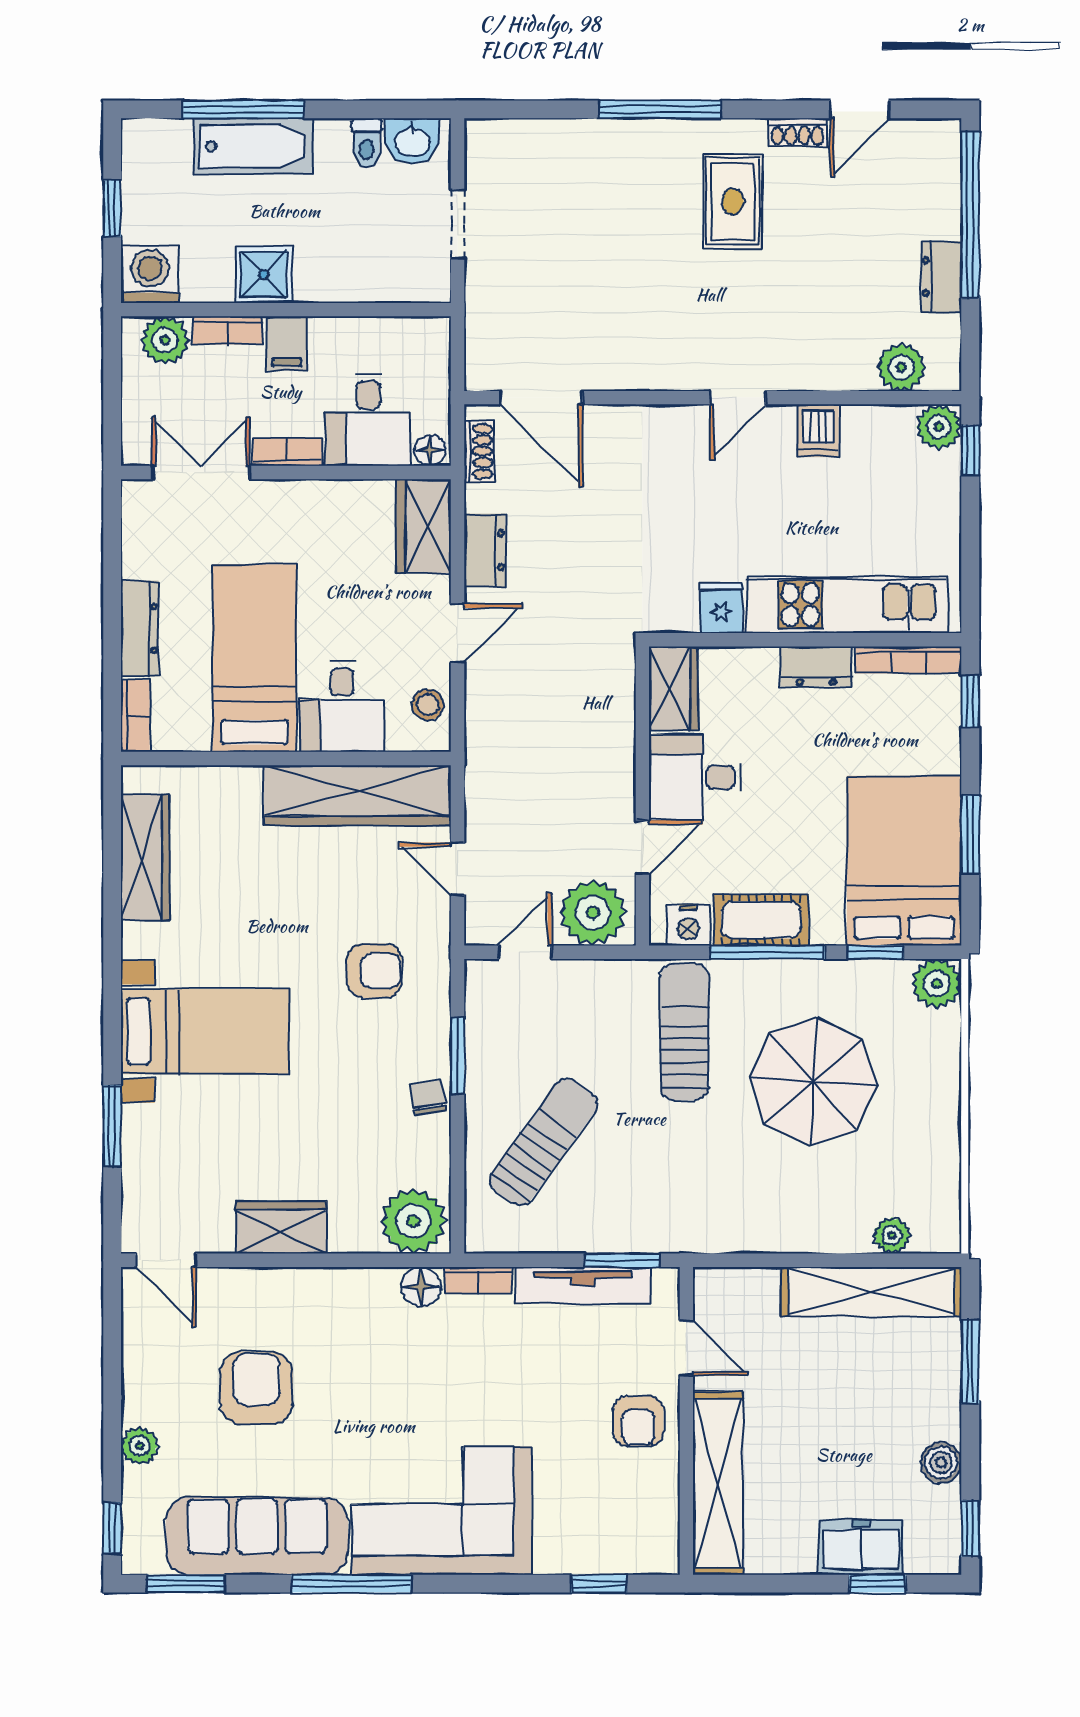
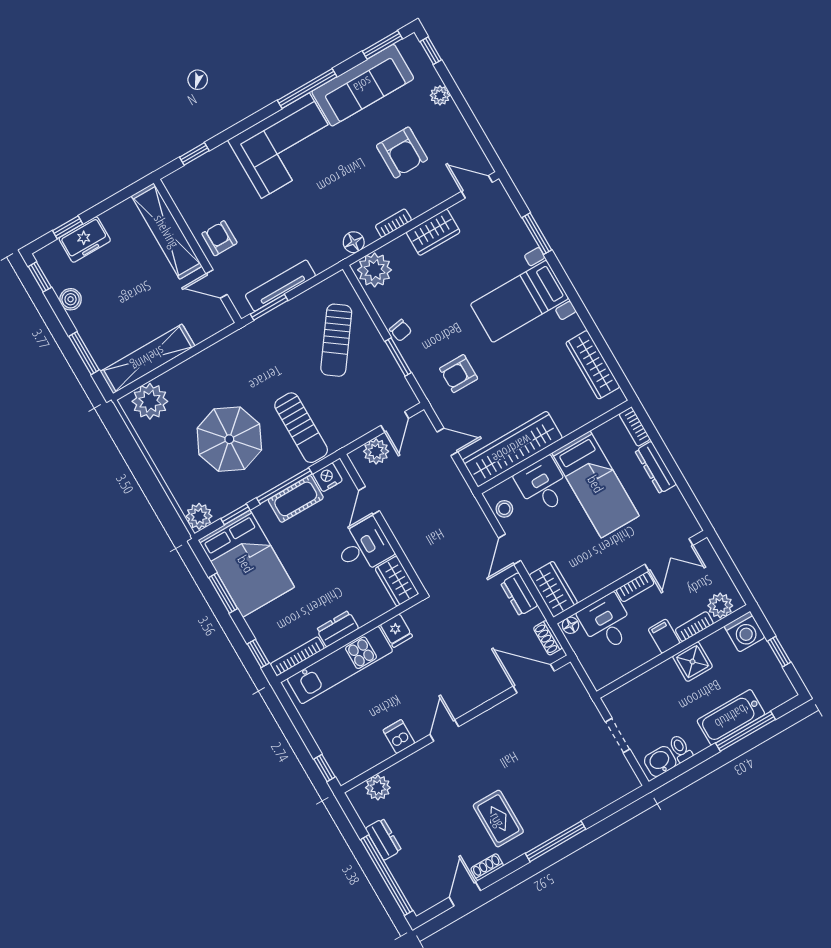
plant: (939, 427) -> (345, 770), removed
plant: (593, 913) -> (376, 451), width x0.73, depth x0.73
plant: (892, 1235) -> (150, 401), width x1.88, depth x1.88
bookcase: (478, 1280) -> (393, 223), moved

